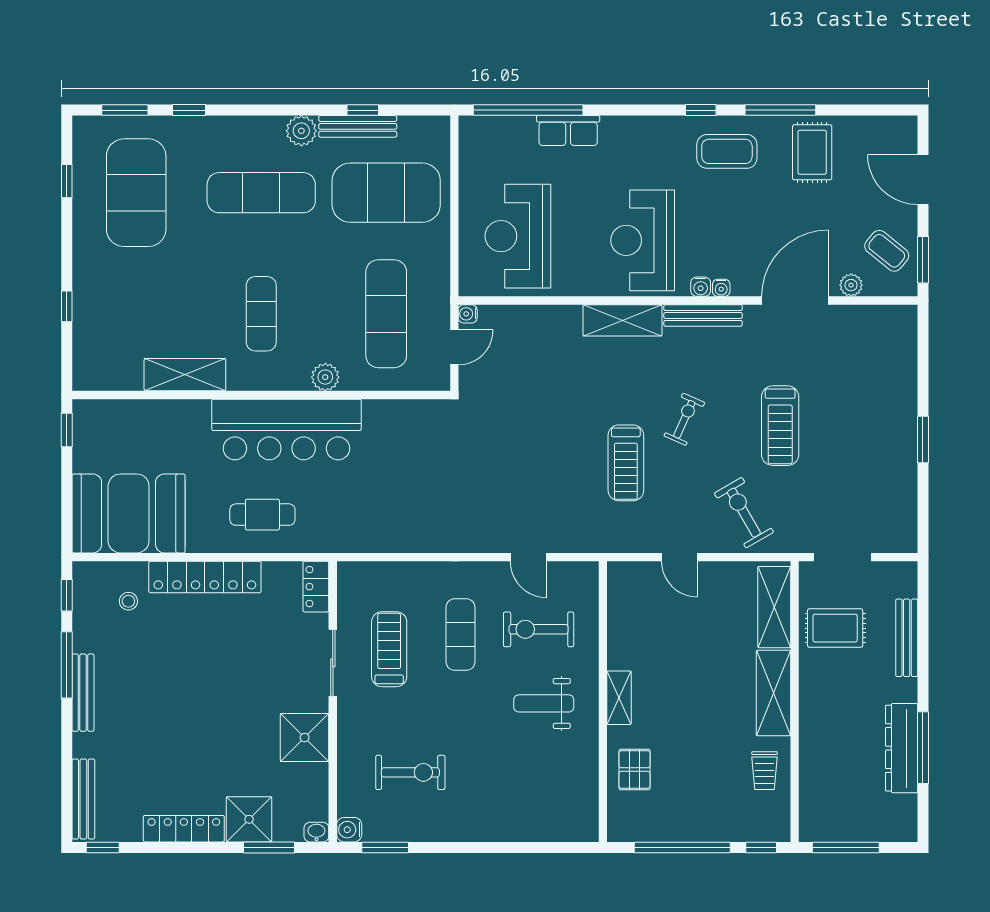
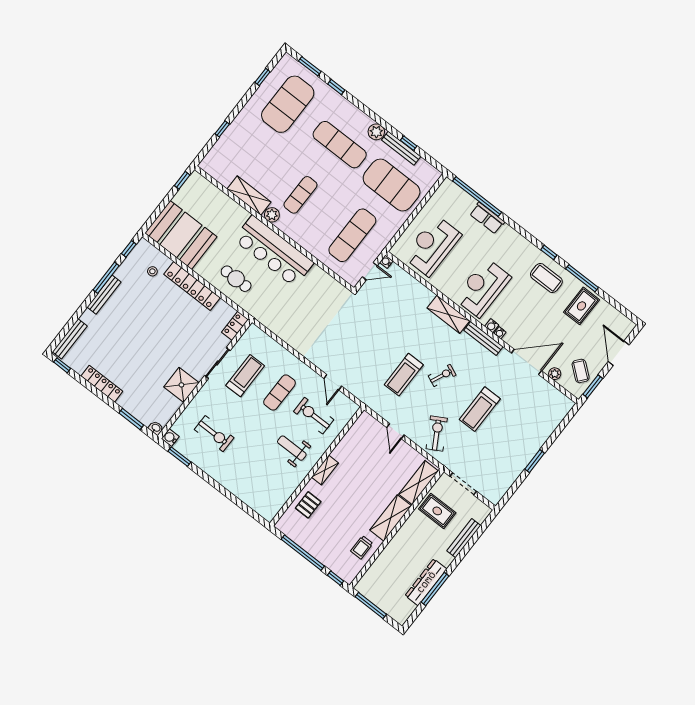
plant: (325, 377) -> (272, 215), moved
shower: (249, 819) -> (132, 401), removed

